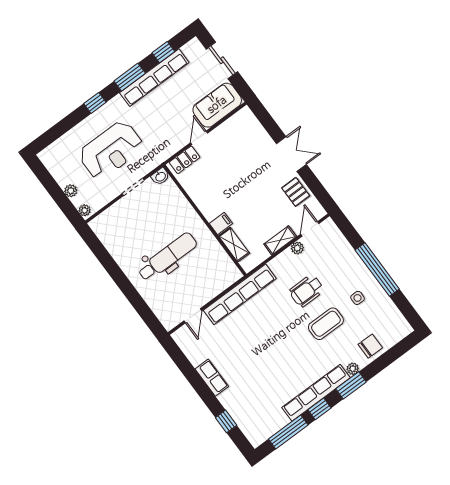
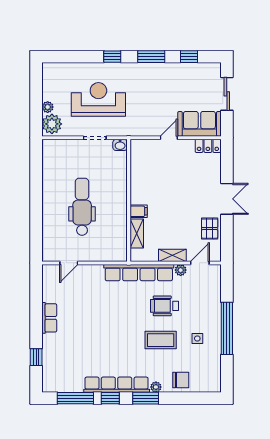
row of seats: (154, 78) -> (169, 70), removed
reception desk: (111, 150) -> (98, 99), turned 180
locker: (185, 160) -> (208, 146), moved
plant: (85, 210) -> (52, 124), width x1.88, depth x1.88
dental chair: (167, 257) -> (82, 207), turned -90
row of seats: (240, 294) -> (139, 273), moved

